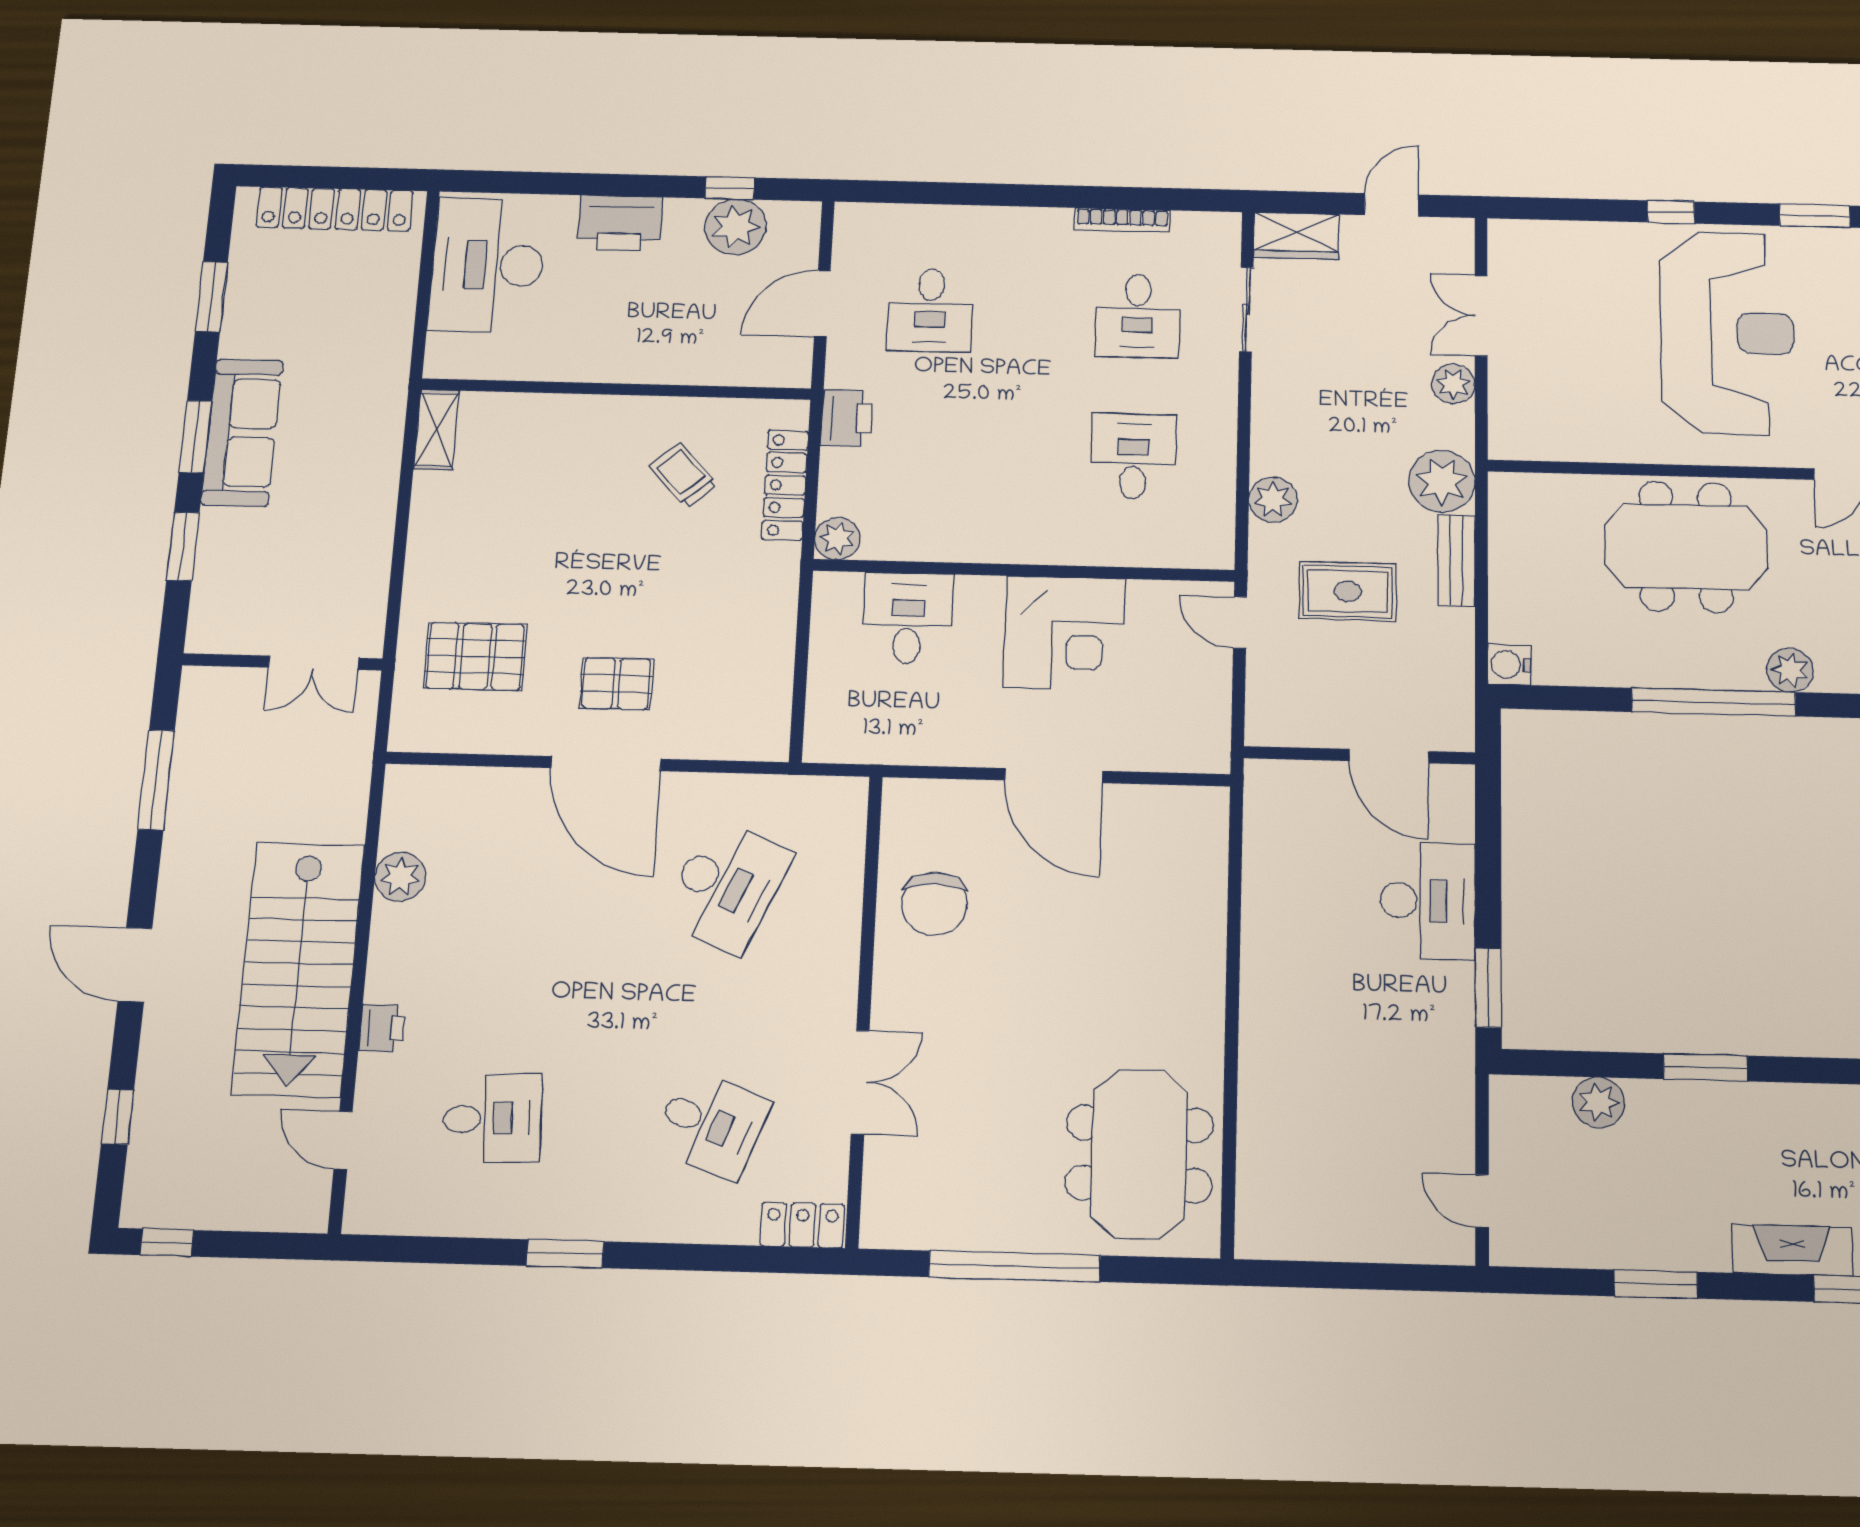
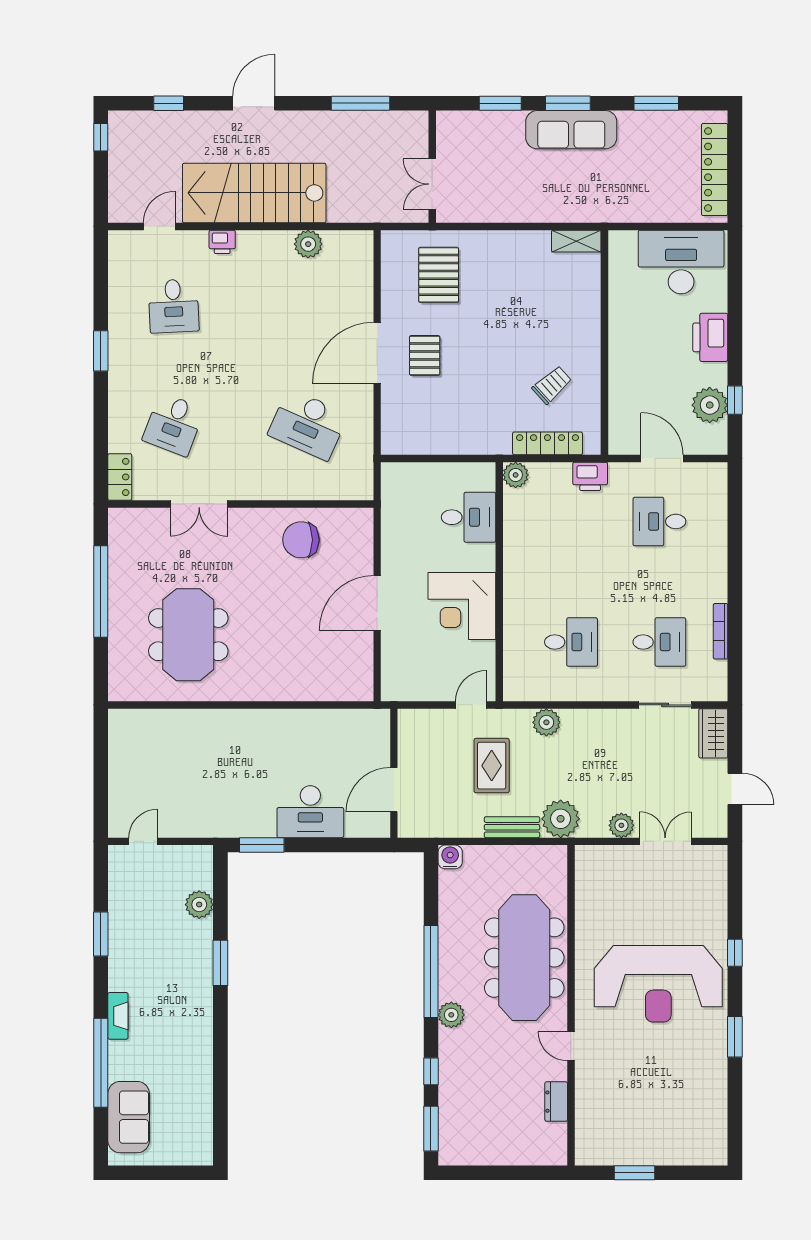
desk: (1138, 316) -> (659, 642), turned 180
meeting table: (1686, 547) -> (524, 958), width x1.36
meeting table: (1139, 1154) -> (188, 635), moved, turned 90
fireplace: (1792, 1250) -> (118, 1016), width x0.73, depth x0.76

